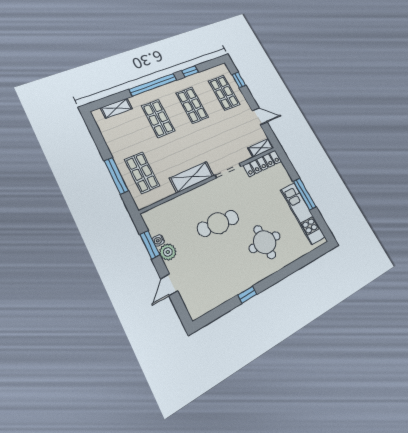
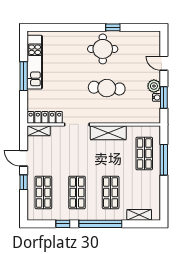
window: (239, 80) -> (24, 182), moved
round table: (265, 242) -> (103, 49), moved
door: (169, 285) -> (164, 63), swing flipped

